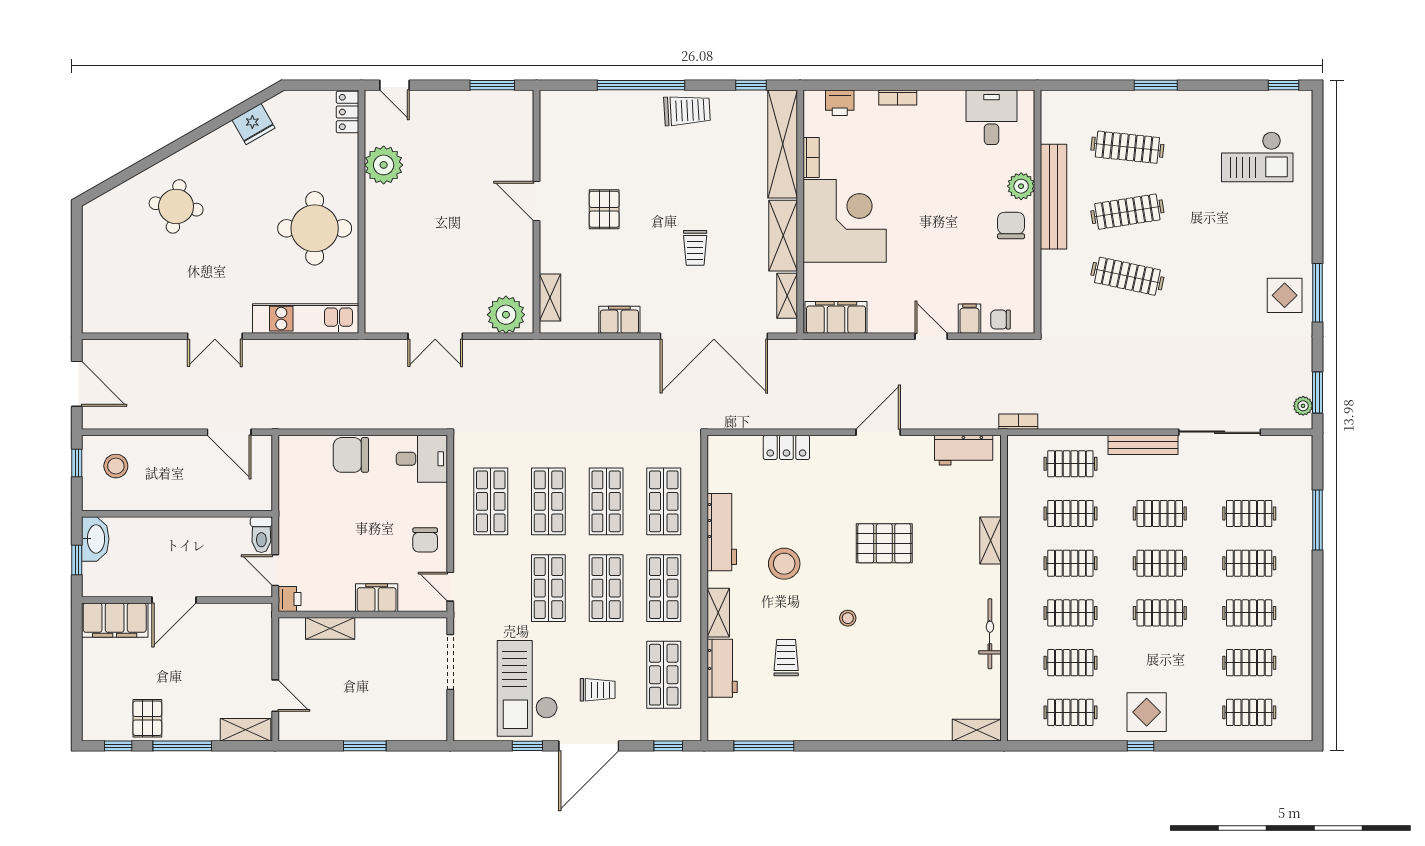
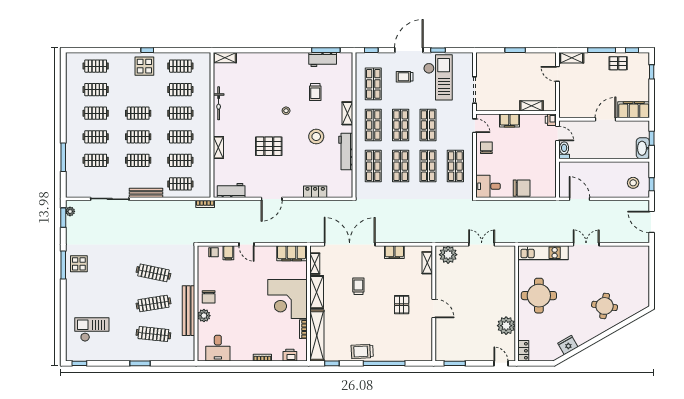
workbench: (722, 668) -> (323, 60), moved, turned -90
window: (77, 700) -> (652, 72), added
pallet: (147, 718) -> (618, 63), turned 90

